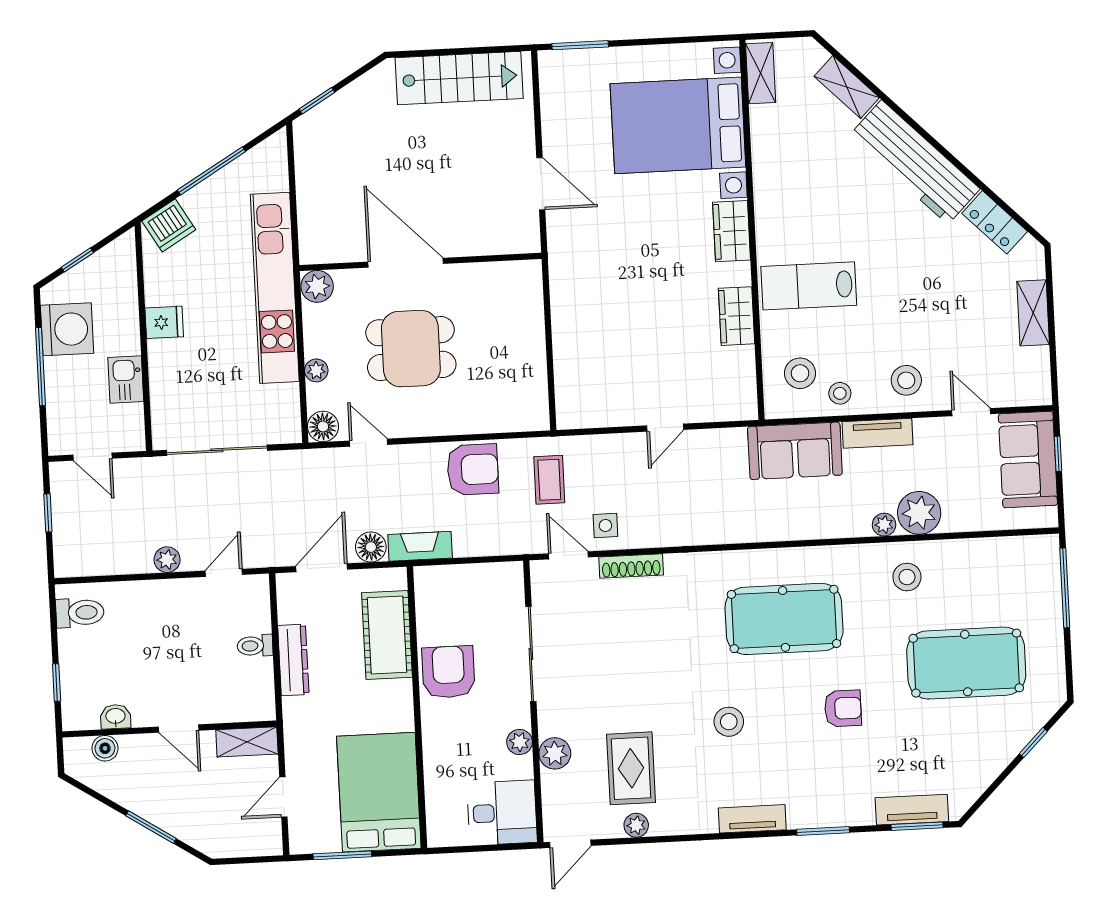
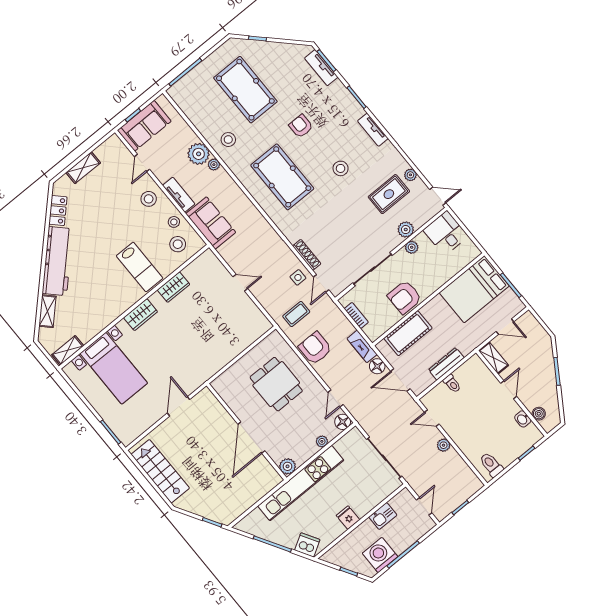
bed with nightstands: (678, 125) -> (114, 368), width x0.73
dining table: (411, 349) -> (276, 384), moved
bookcase: (476, 573) -> (356, 315), added

